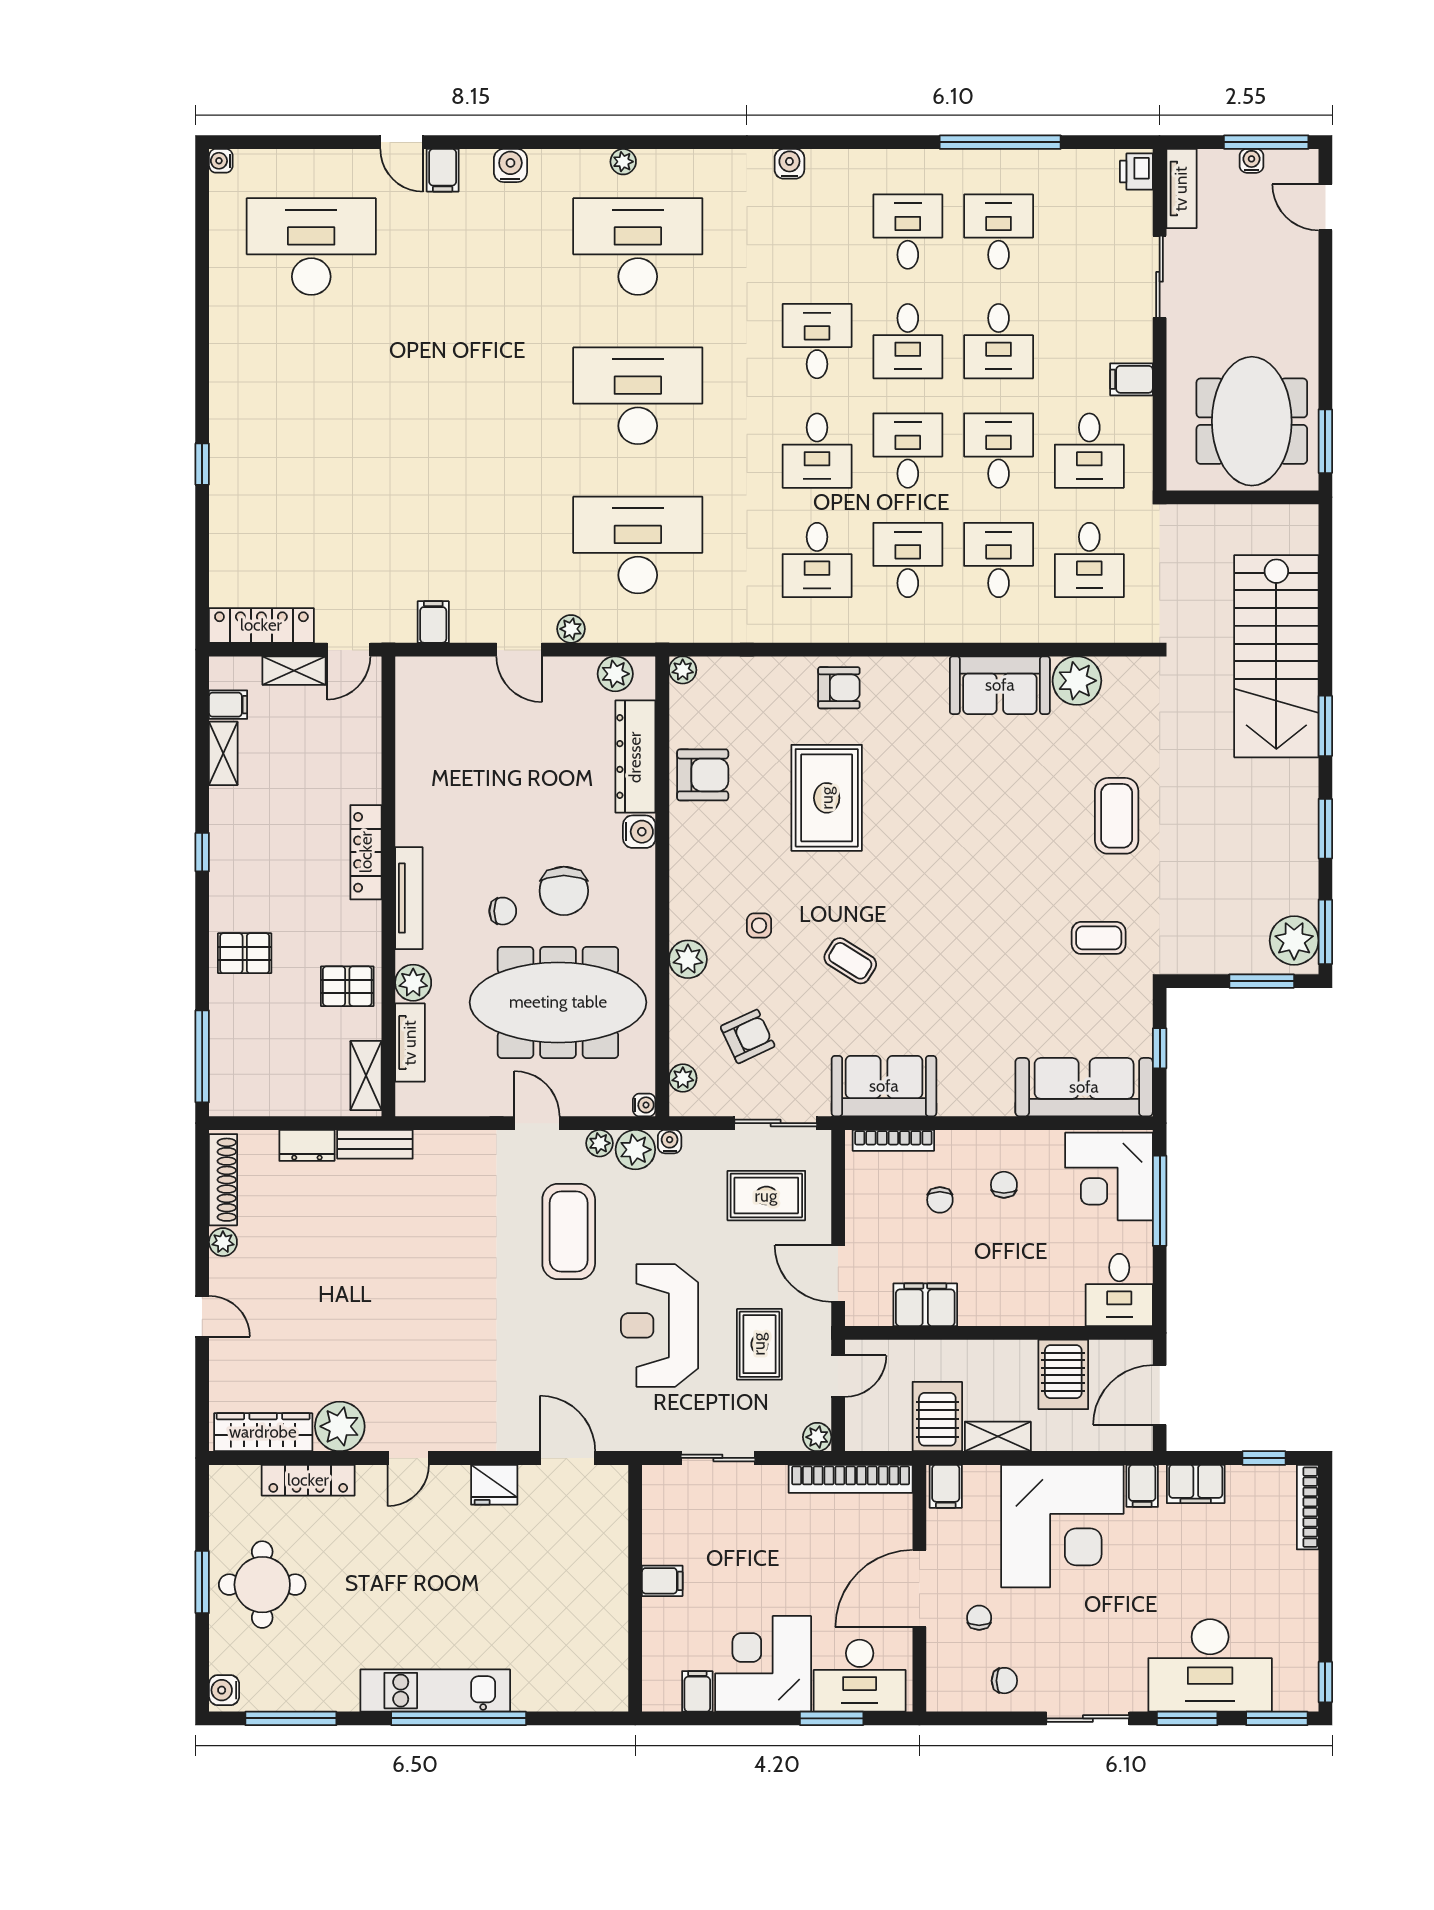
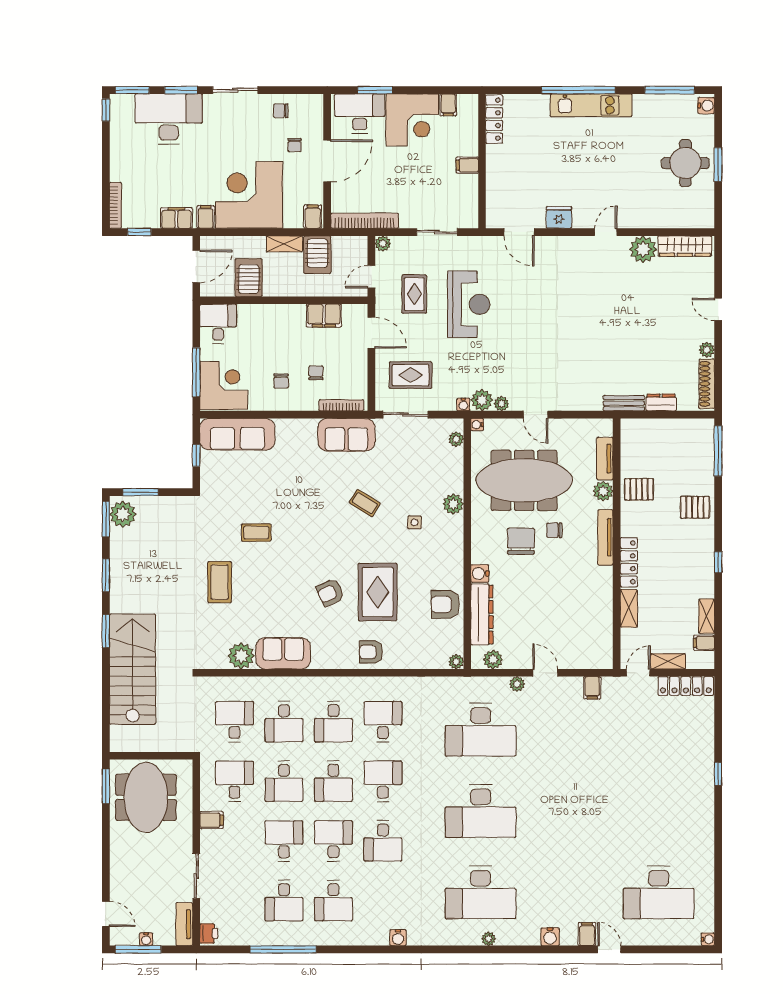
coffee table: (1099, 938) -> (256, 533), moved
armchair: (748, 1036) -> (330, 592), moved
shelving: (366, 1076) -> (629, 608), moved
coffee table: (569, 1231) -> (518, 356), removed
locker: (308, 1480) -> (494, 119), moved, turned 90

